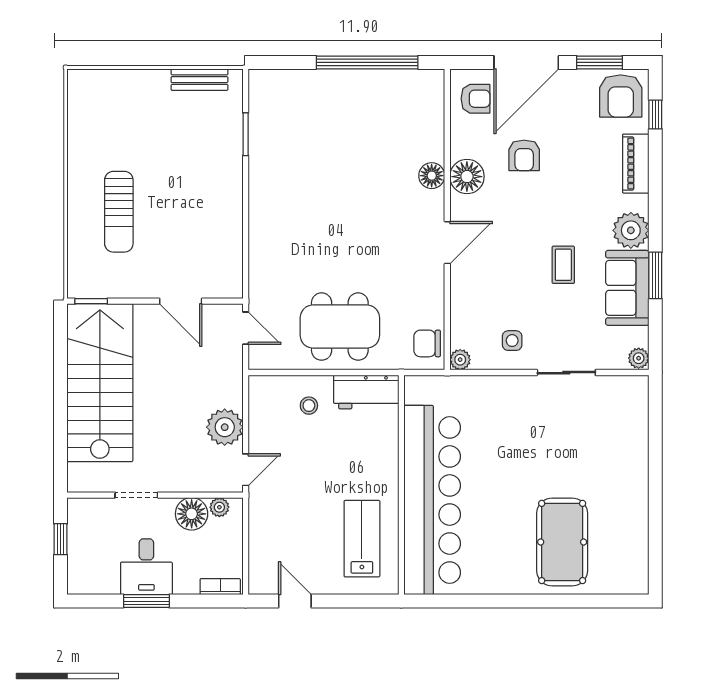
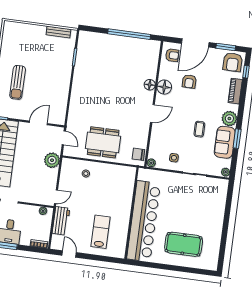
door: (181, 301) -> (38, 123), swing flipped
workbench: (366, 392) -> (61, 221), moved, turned -90
plant: (225, 427) -> (52, 160), moved
wall: (401, 485) -> (132, 213), moved
bar counter: (432, 500) -> (144, 221), moved
floor lamp: (192, 514) -> (31, 212), removed
pool table: (562, 542) -> (184, 244), turned 90

